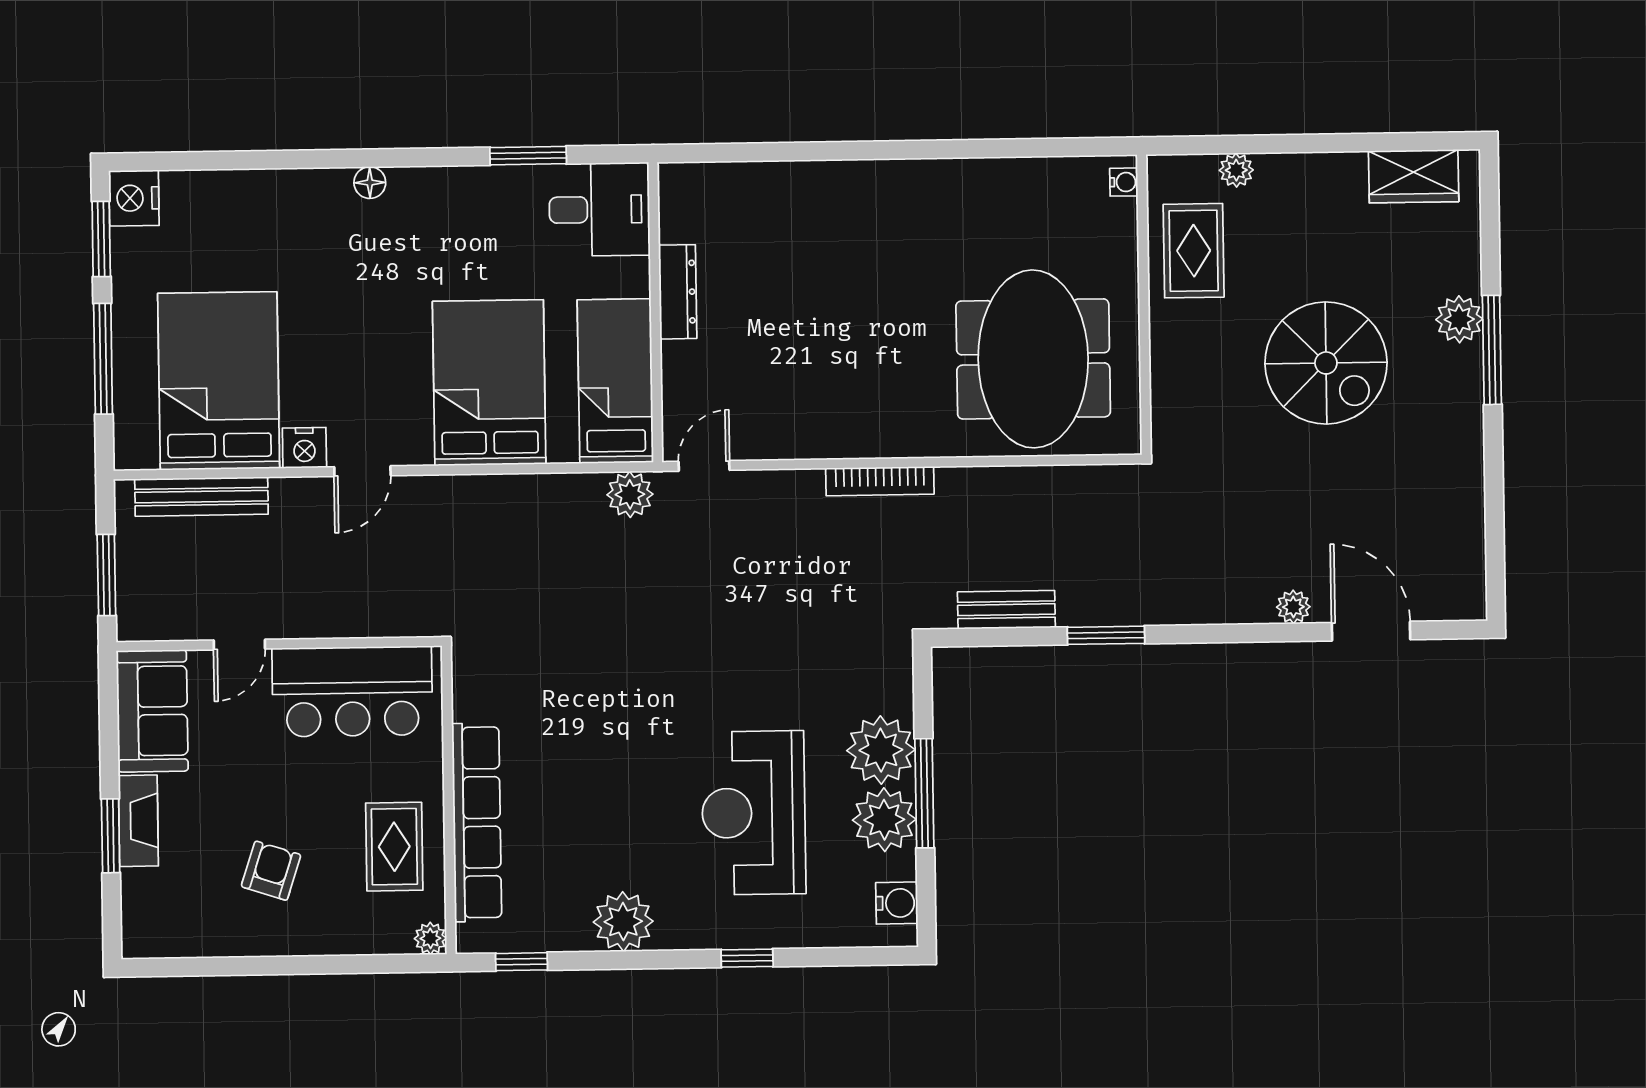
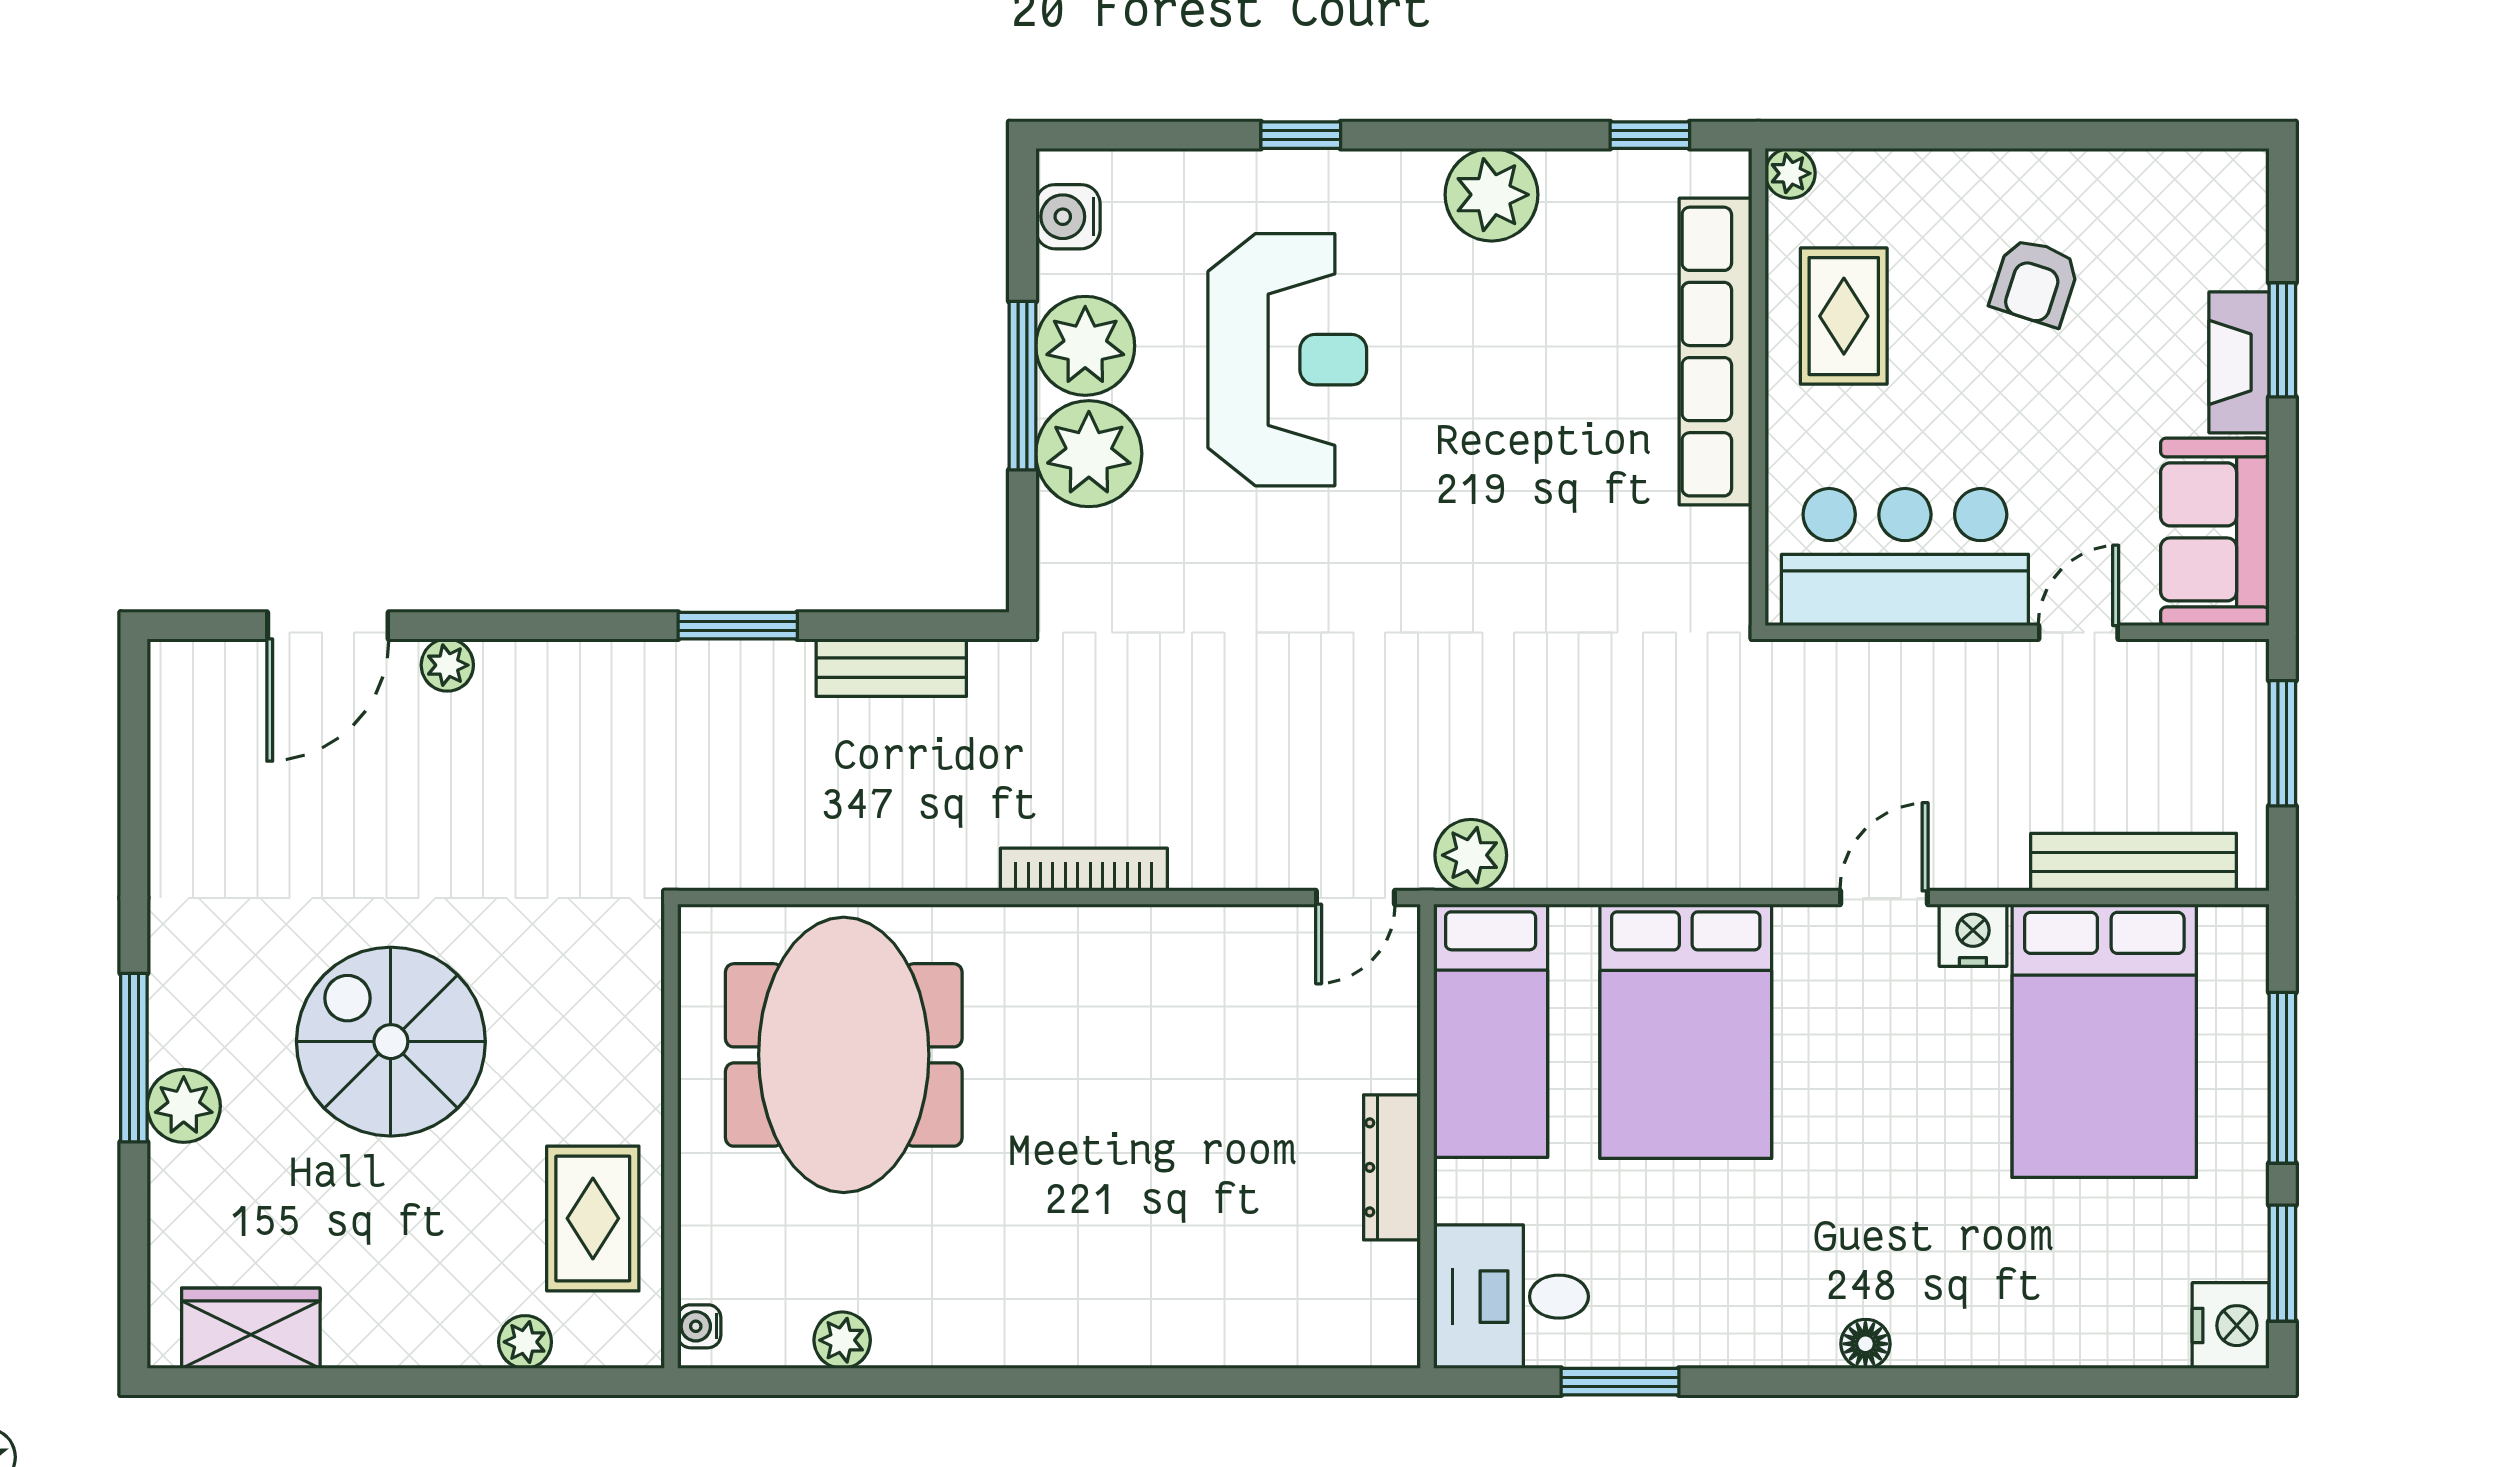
plant: (1031, 175) -> (842, 1340), added
door: (1371, 631) -> (328, 626), hinge flipped

